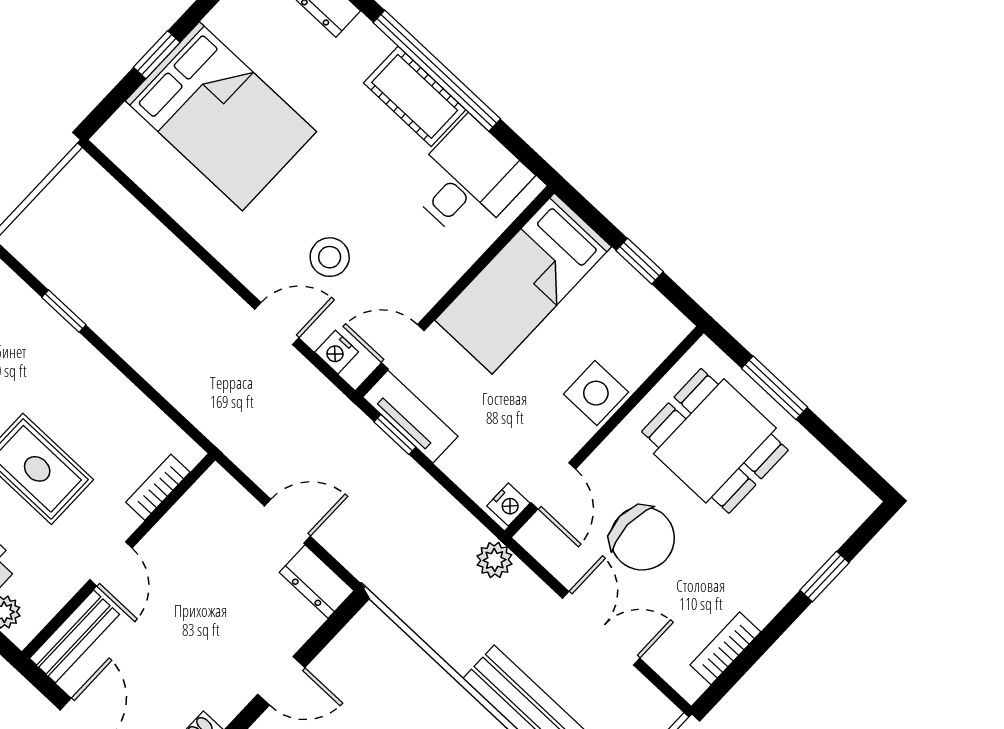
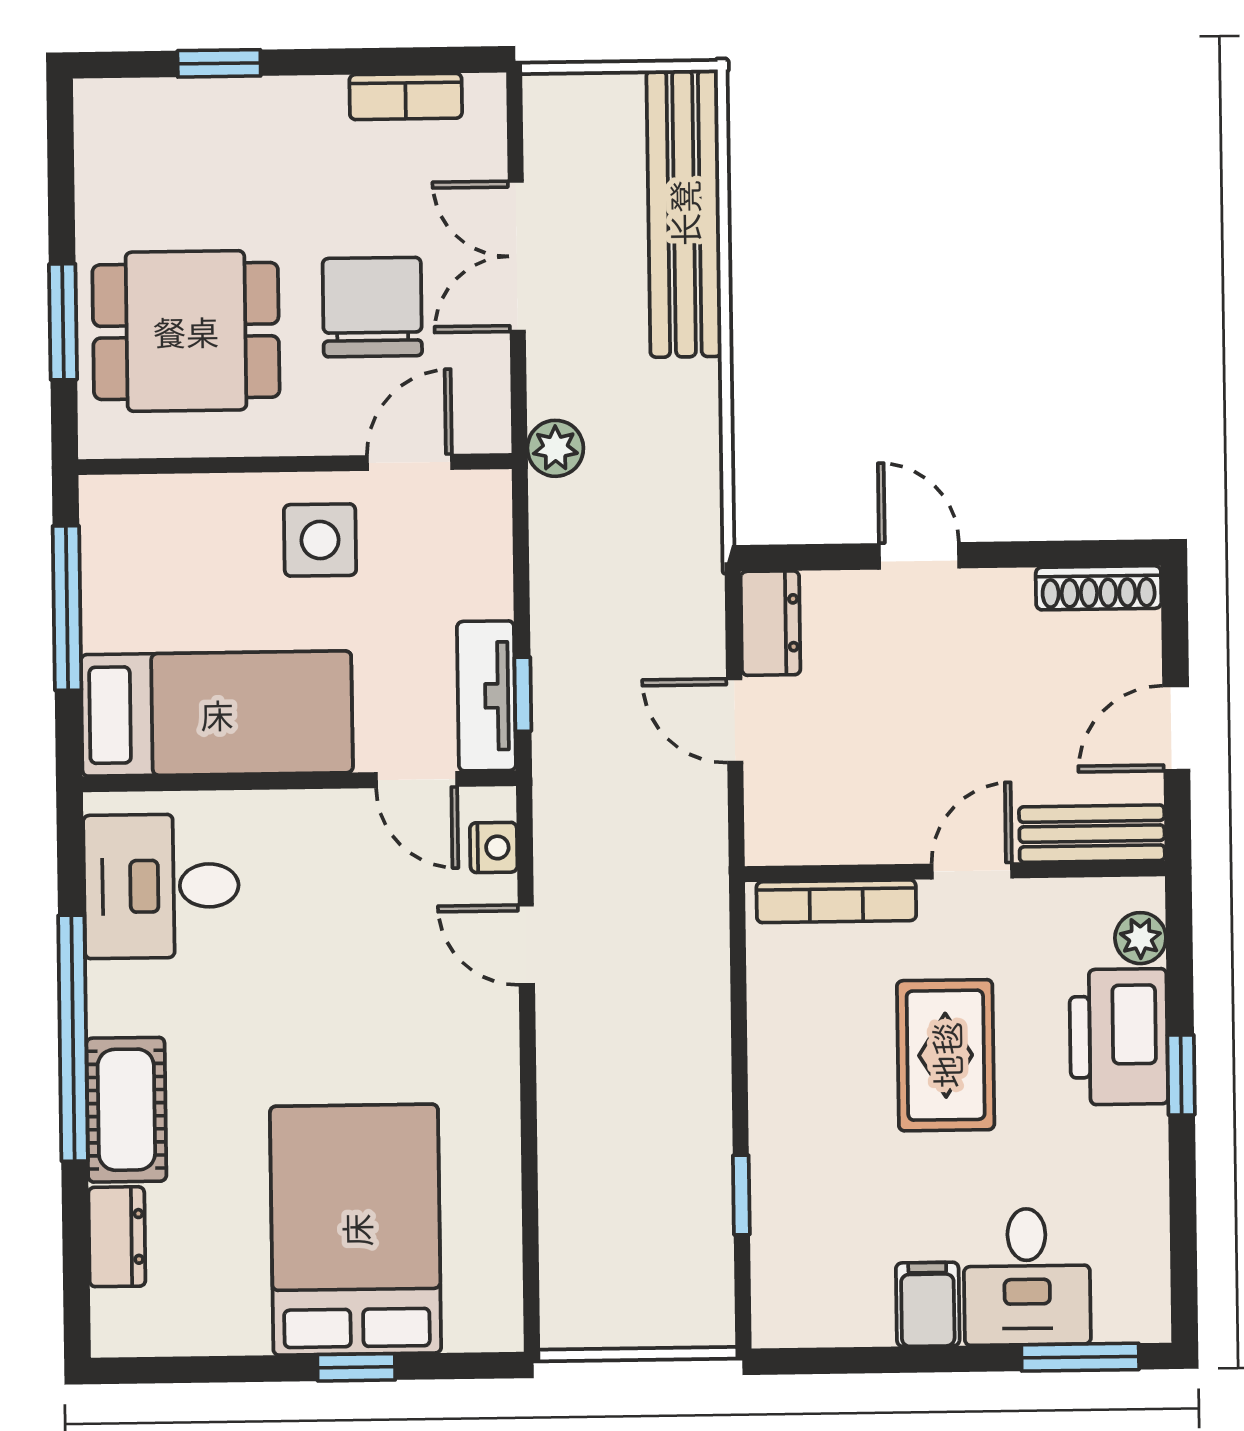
cot: (415, 96) -> (126, 1110), moved
stool: (330, 257) -> (396, 957), removed
window: (640, 261) -> (67, 608), width x2.17
side table: (596, 393) -> (320, 540), moved
dining table: (715, 441) -> (186, 331), turned 90
bookcase: (158, 487) -> (836, 901), width x1.56
nightstand: (508, 505) -> (479, 492), removed

